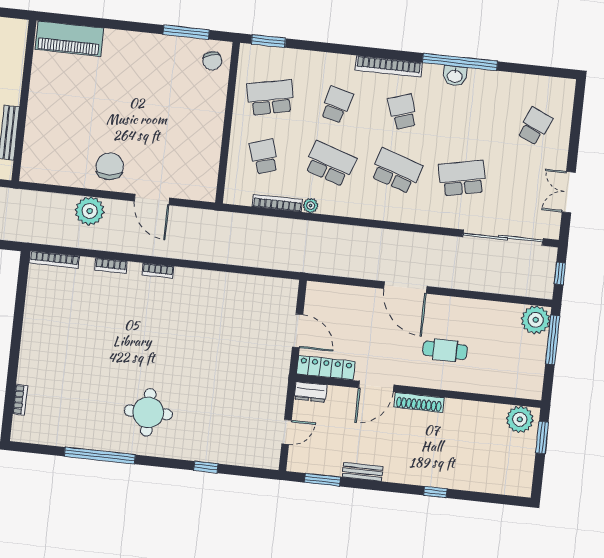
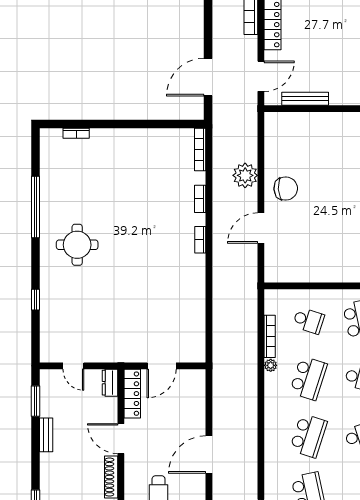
school desk: (264, 157) -> (308, 321), turned 36

